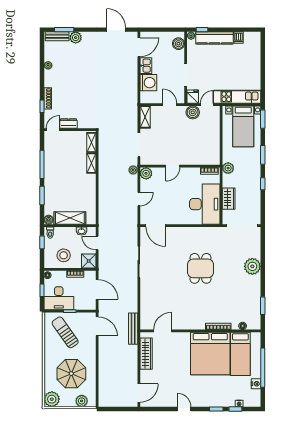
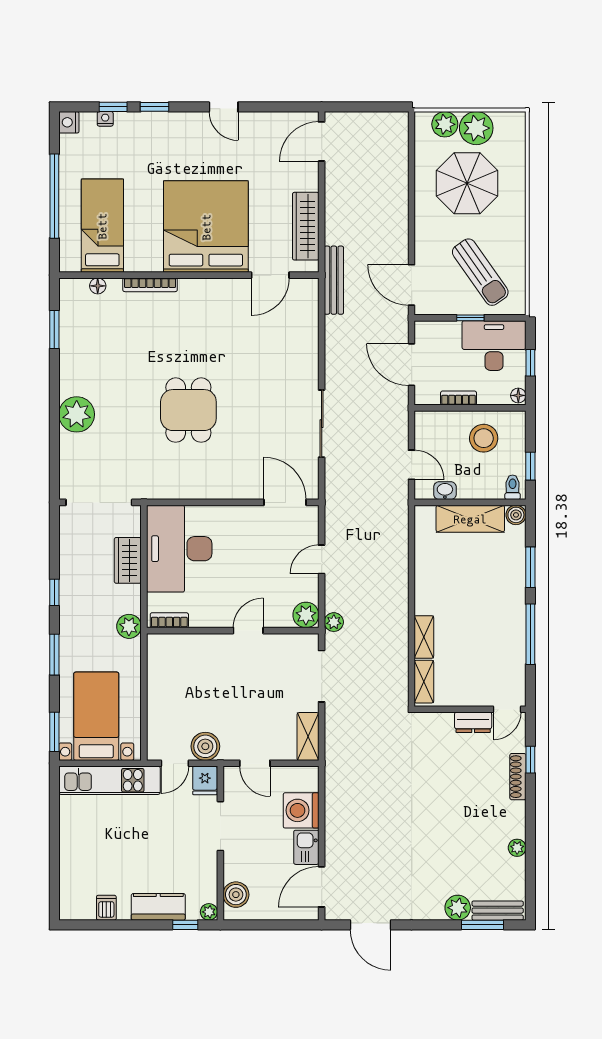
kitchen counter: (214, 38) -> (158, 907), width x0.67
shower: (89, 261) -> (430, 426), removed
bed: (210, 353) -> (206, 227), moved
nightstand: (256, 384) -> (69, 122), moved
plant: (52, 399) -> (476, 128), moved

